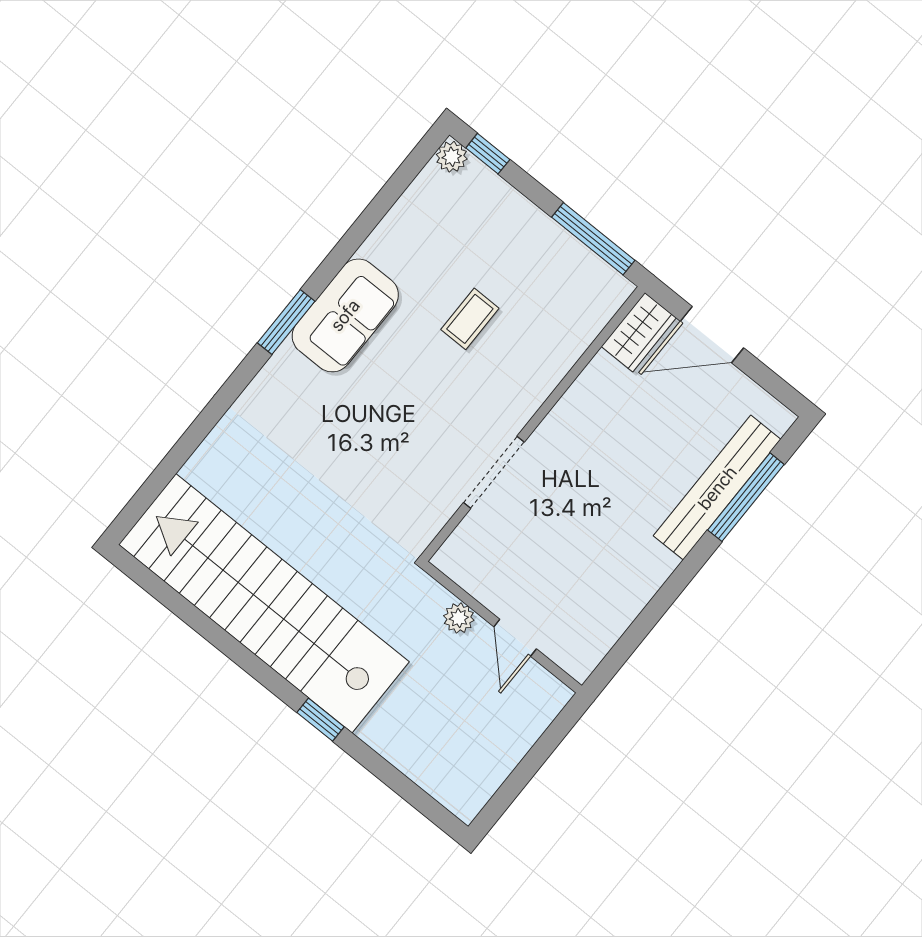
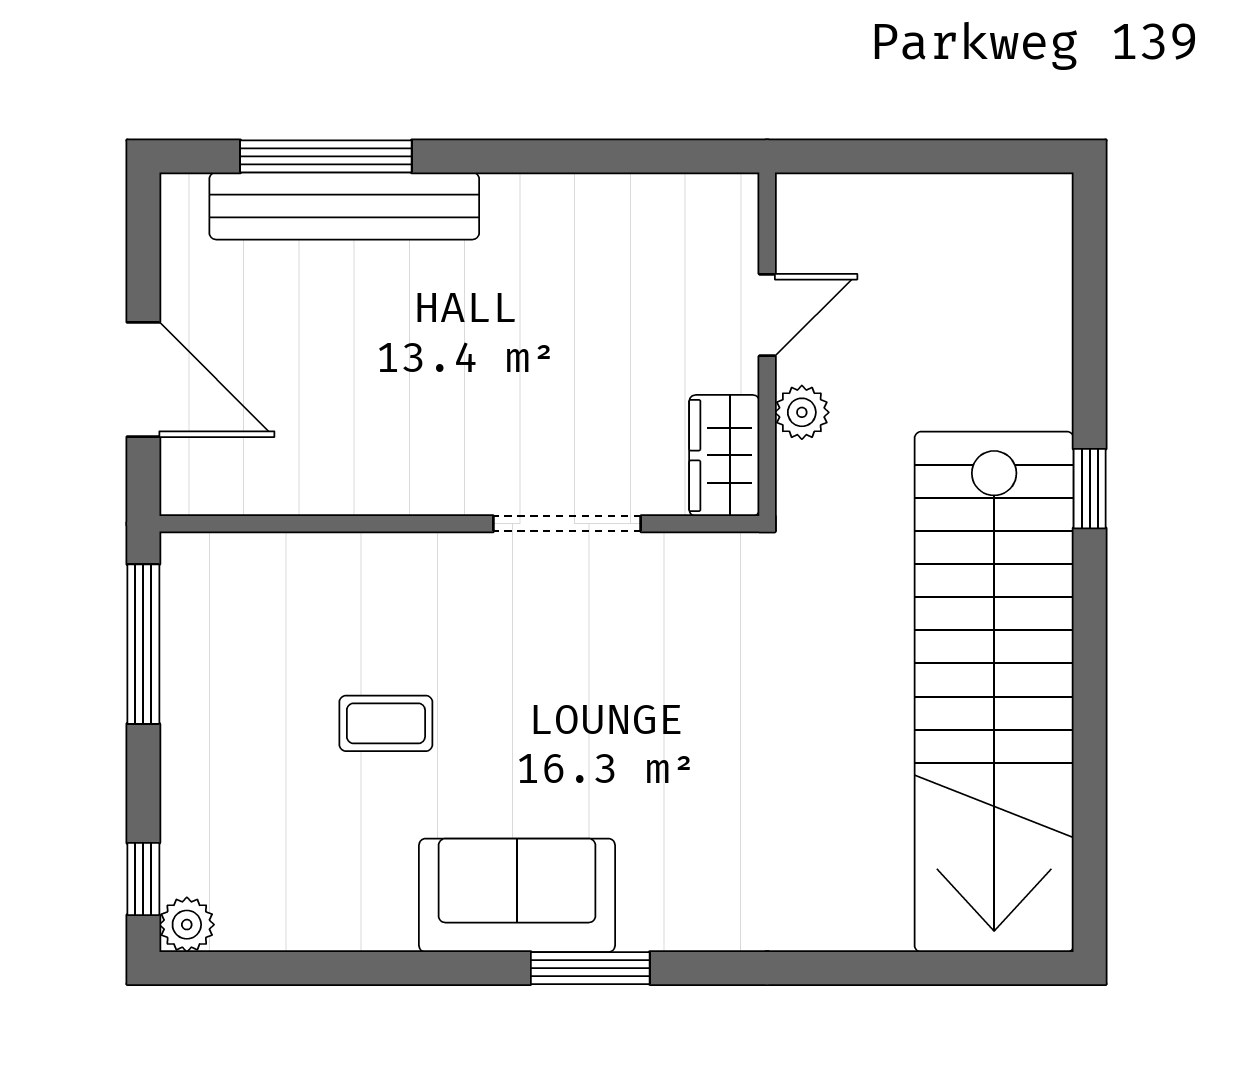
wardrobe: (639, 332) -> (724, 455), moved, turned -90

